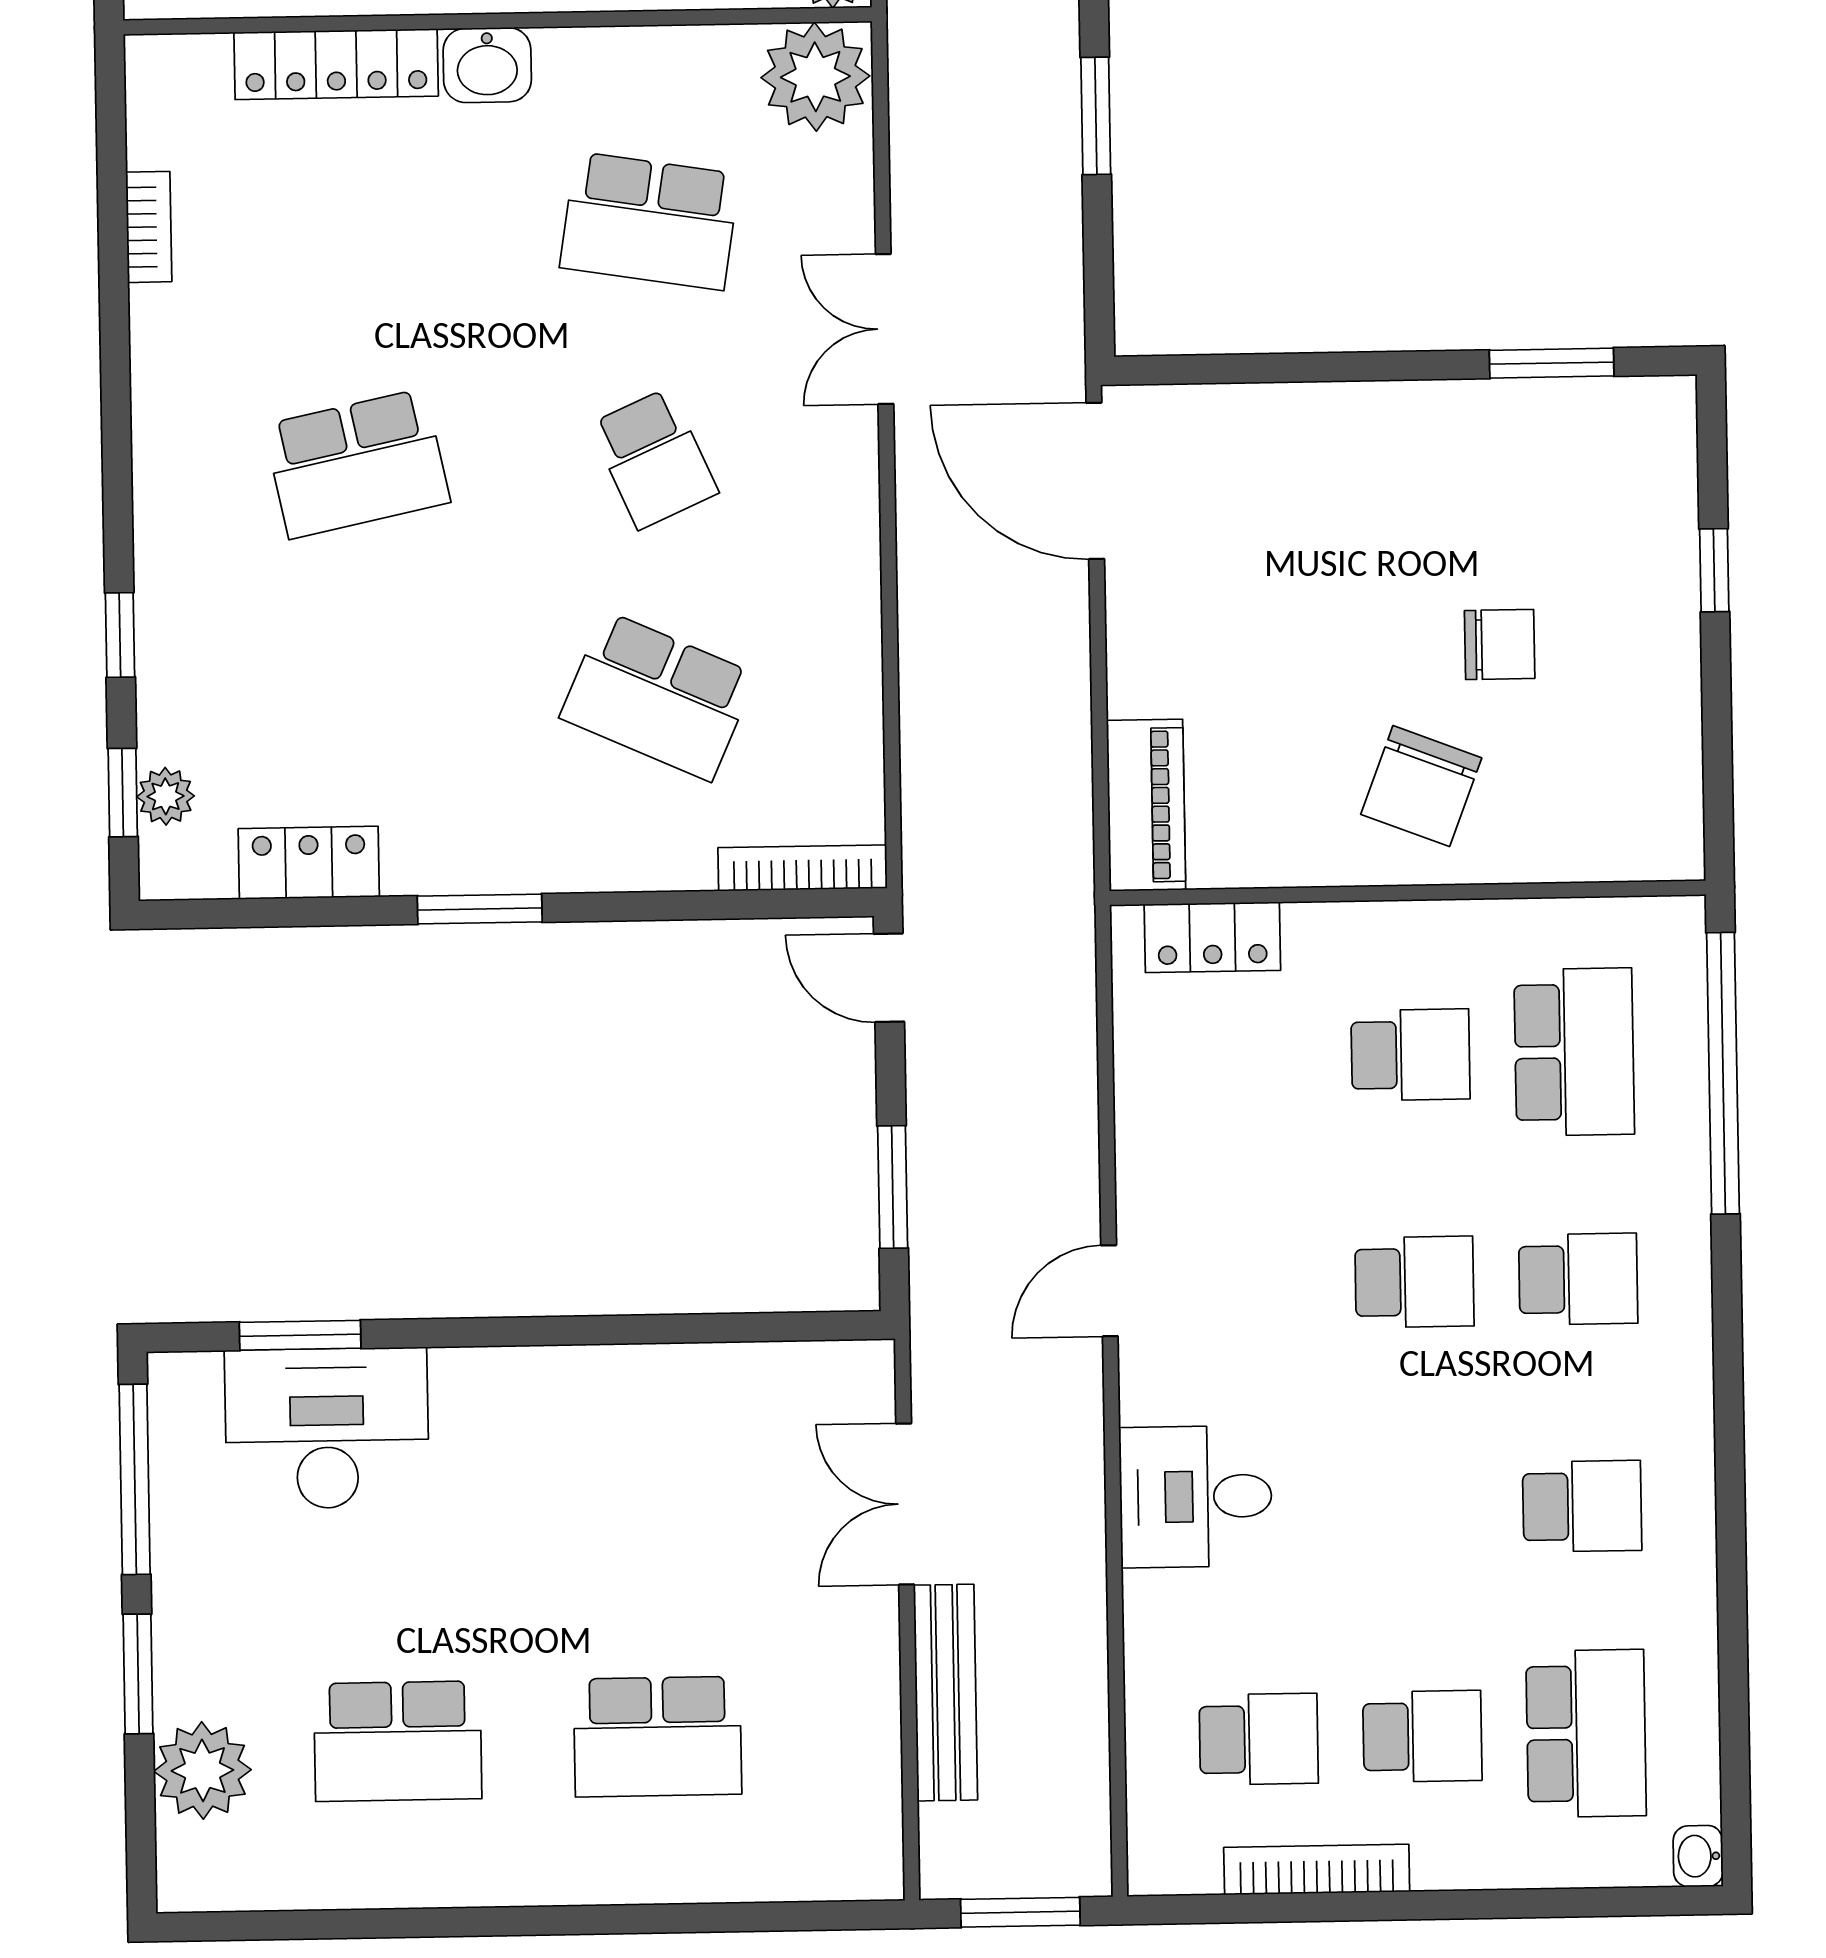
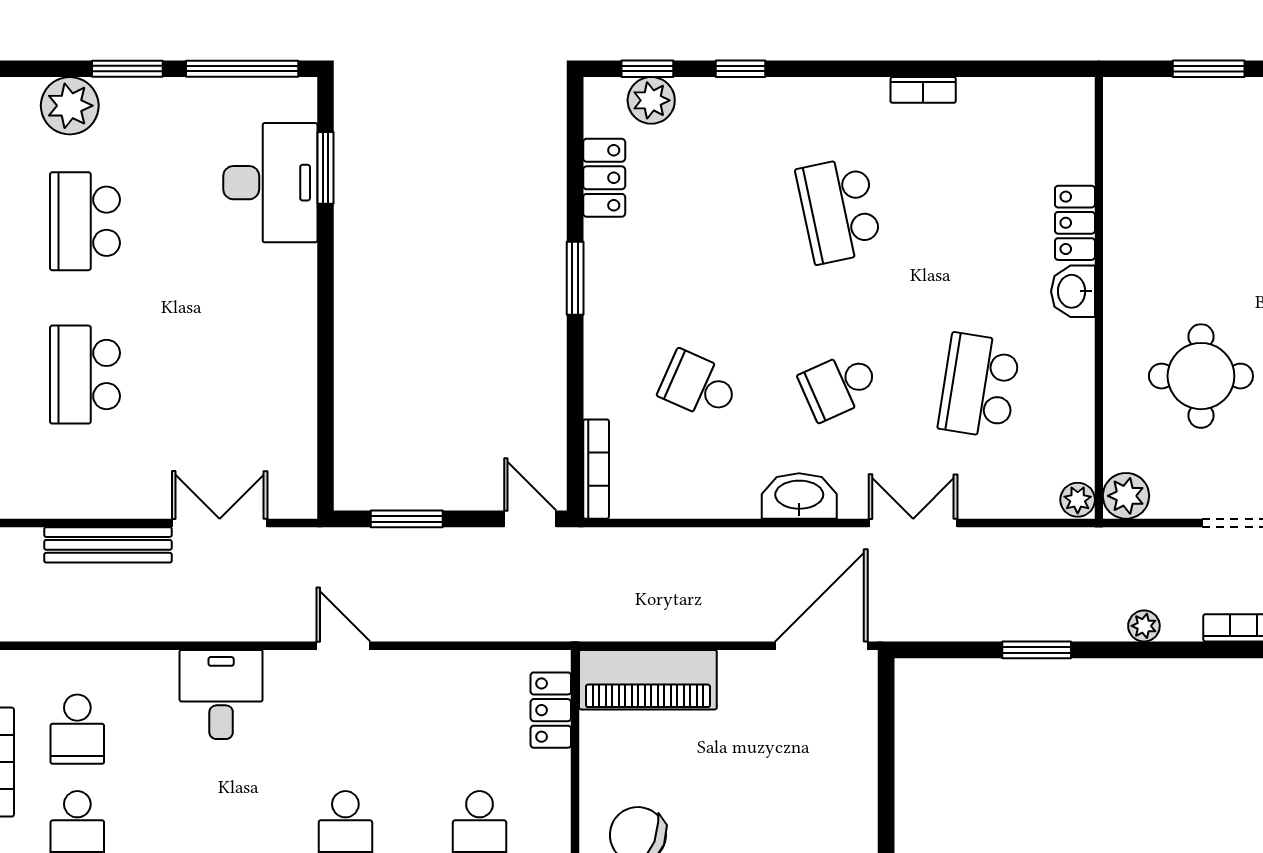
locker: (336, 64) -> (1075, 223), width x0.66
plant: (815, 77) -> (1078, 500), width x0.53, depth x0.53
bookcase: (149, 227) -> (923, 90), moved
washbasin: (842, 523) -> (799, 496), added
school desk: (658, 696) -> (699, 386), width x0.54
plant: (166, 796) -> (651, 100), width x1.38, depth x1.38
piano: (1146, 805) -> (648, 680), width x1.37, depth x1.33
door: (889, 978) -> (530, 519), hinge flipped

